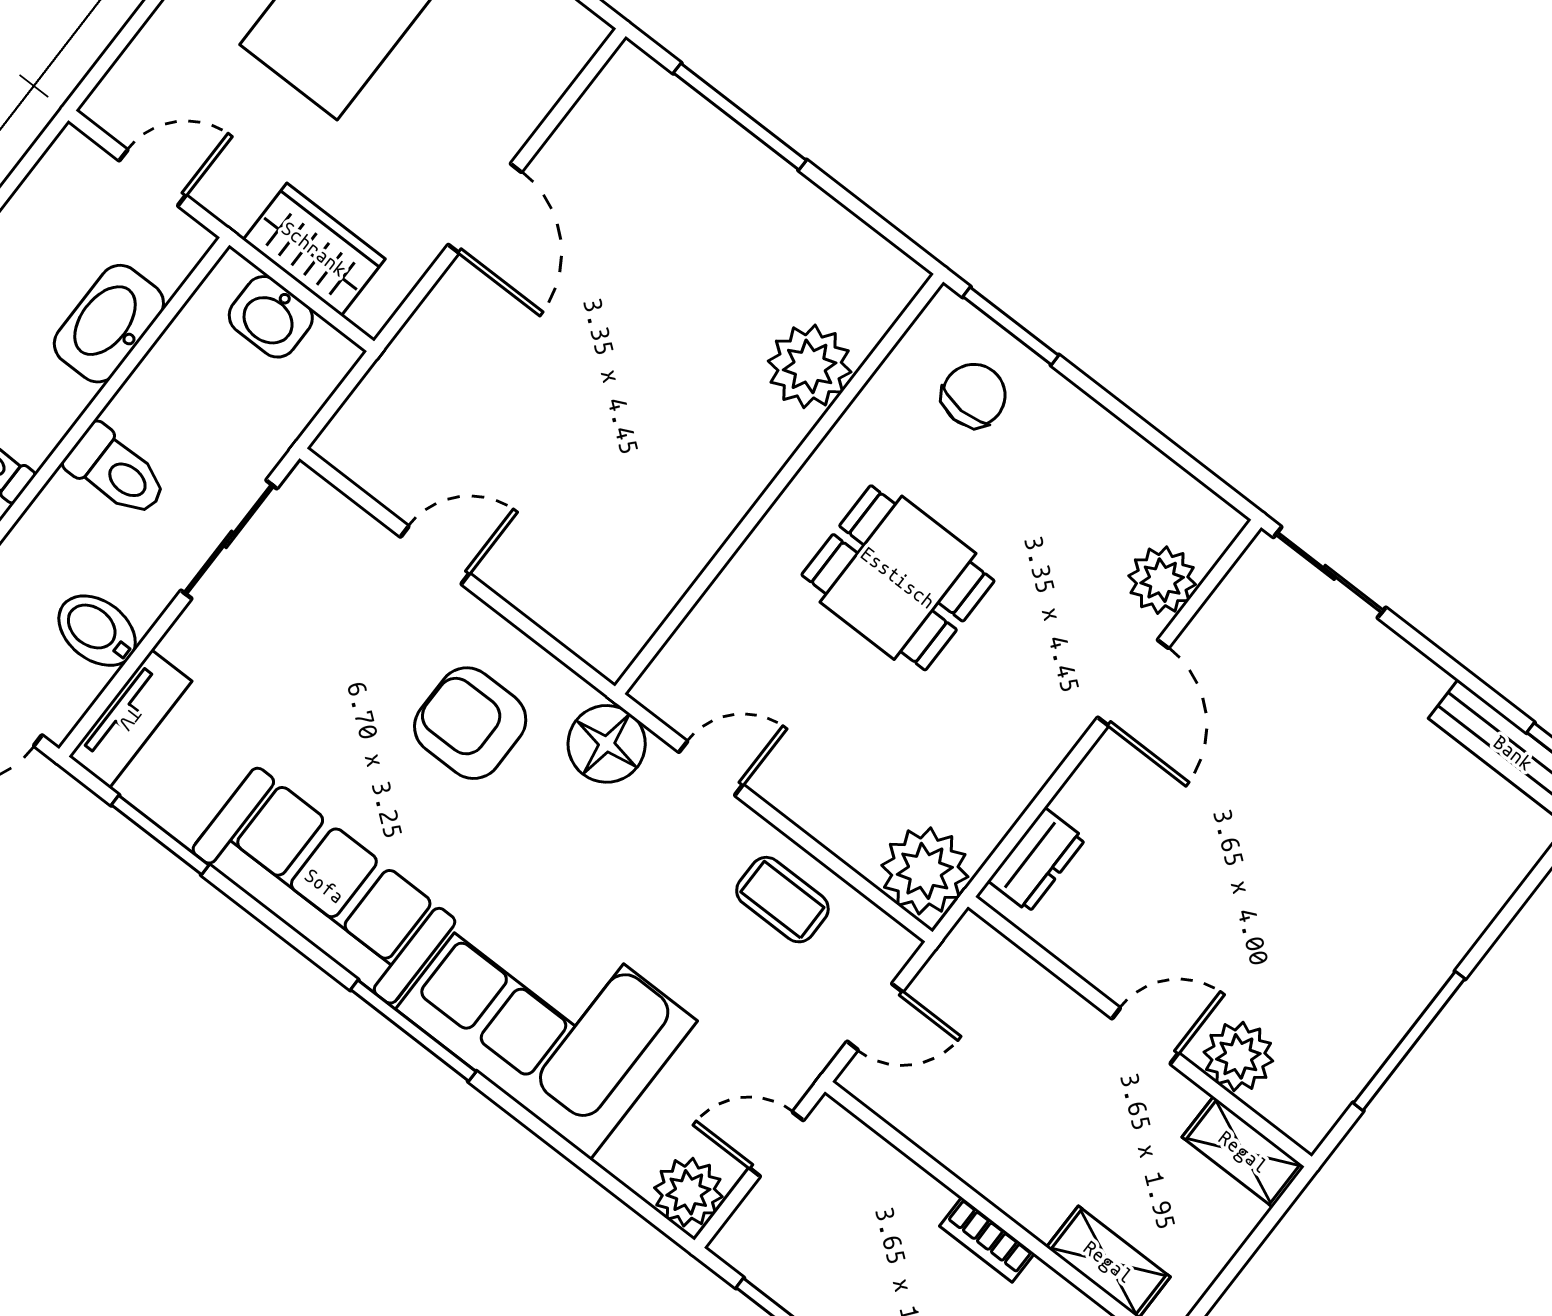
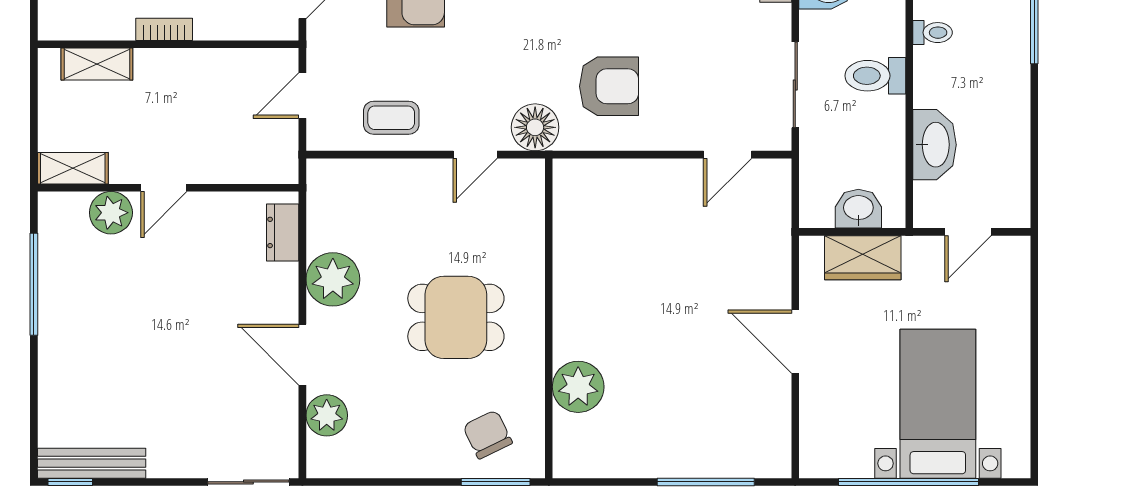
chair: (974, 395) -> (488, 434), turned 152
door: (435, 555) -> (728, 155), moved
plant: (925, 871) -> (333, 279), moved

